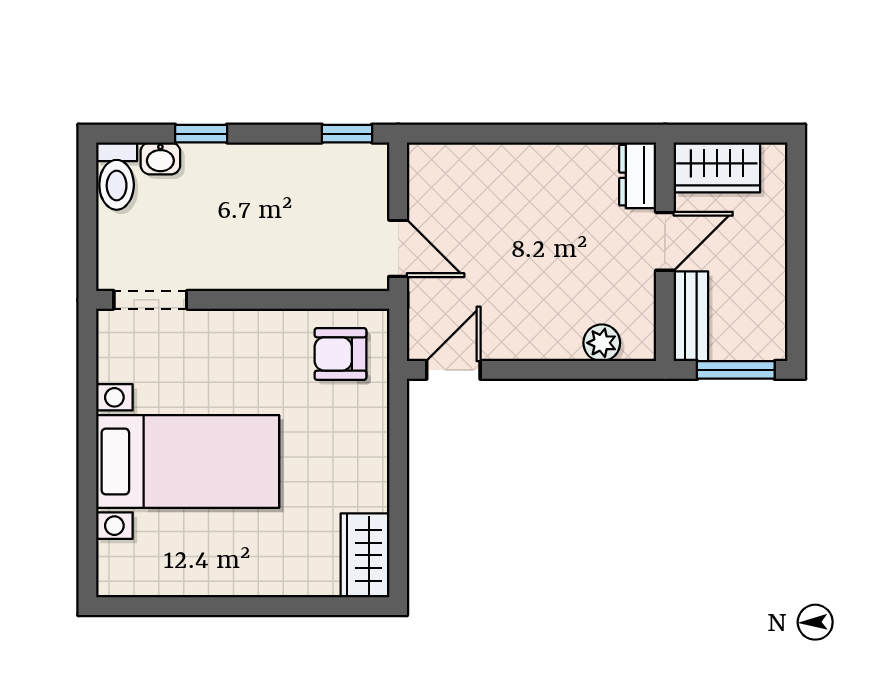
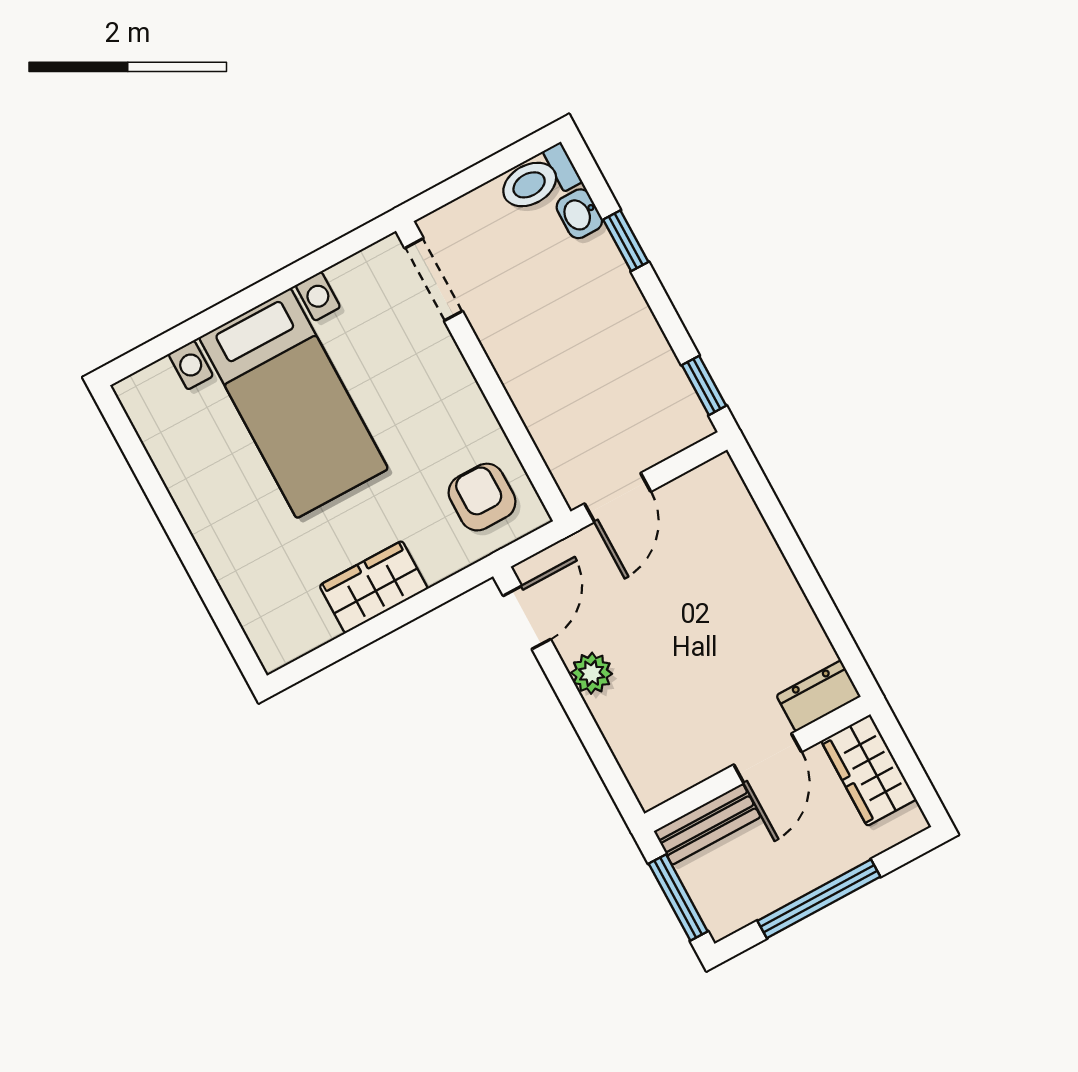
door: (665, 241) -> (768, 758), hinge flipped
window: (796, 261) -> (819, 899), added
plant: (602, 343) -> (592, 673), moved
door: (453, 370) -> (527, 618), hinge flipped
wardrobe: (365, 555) -> (374, 587), moved

